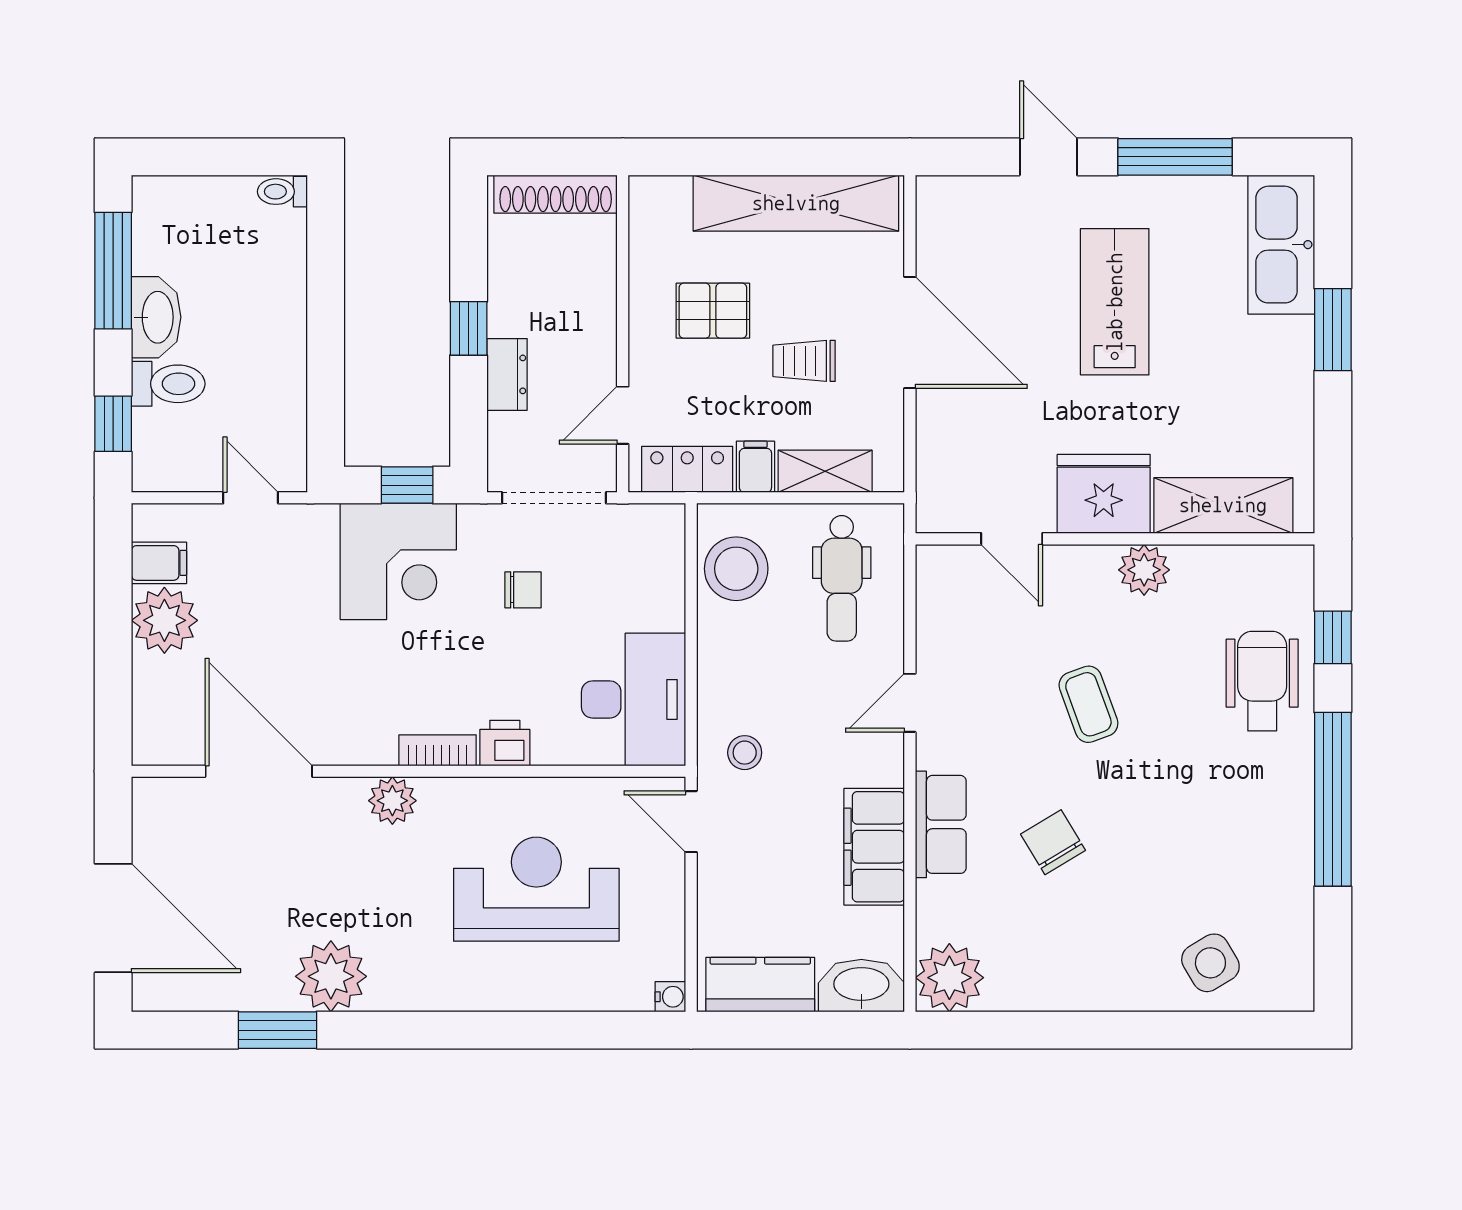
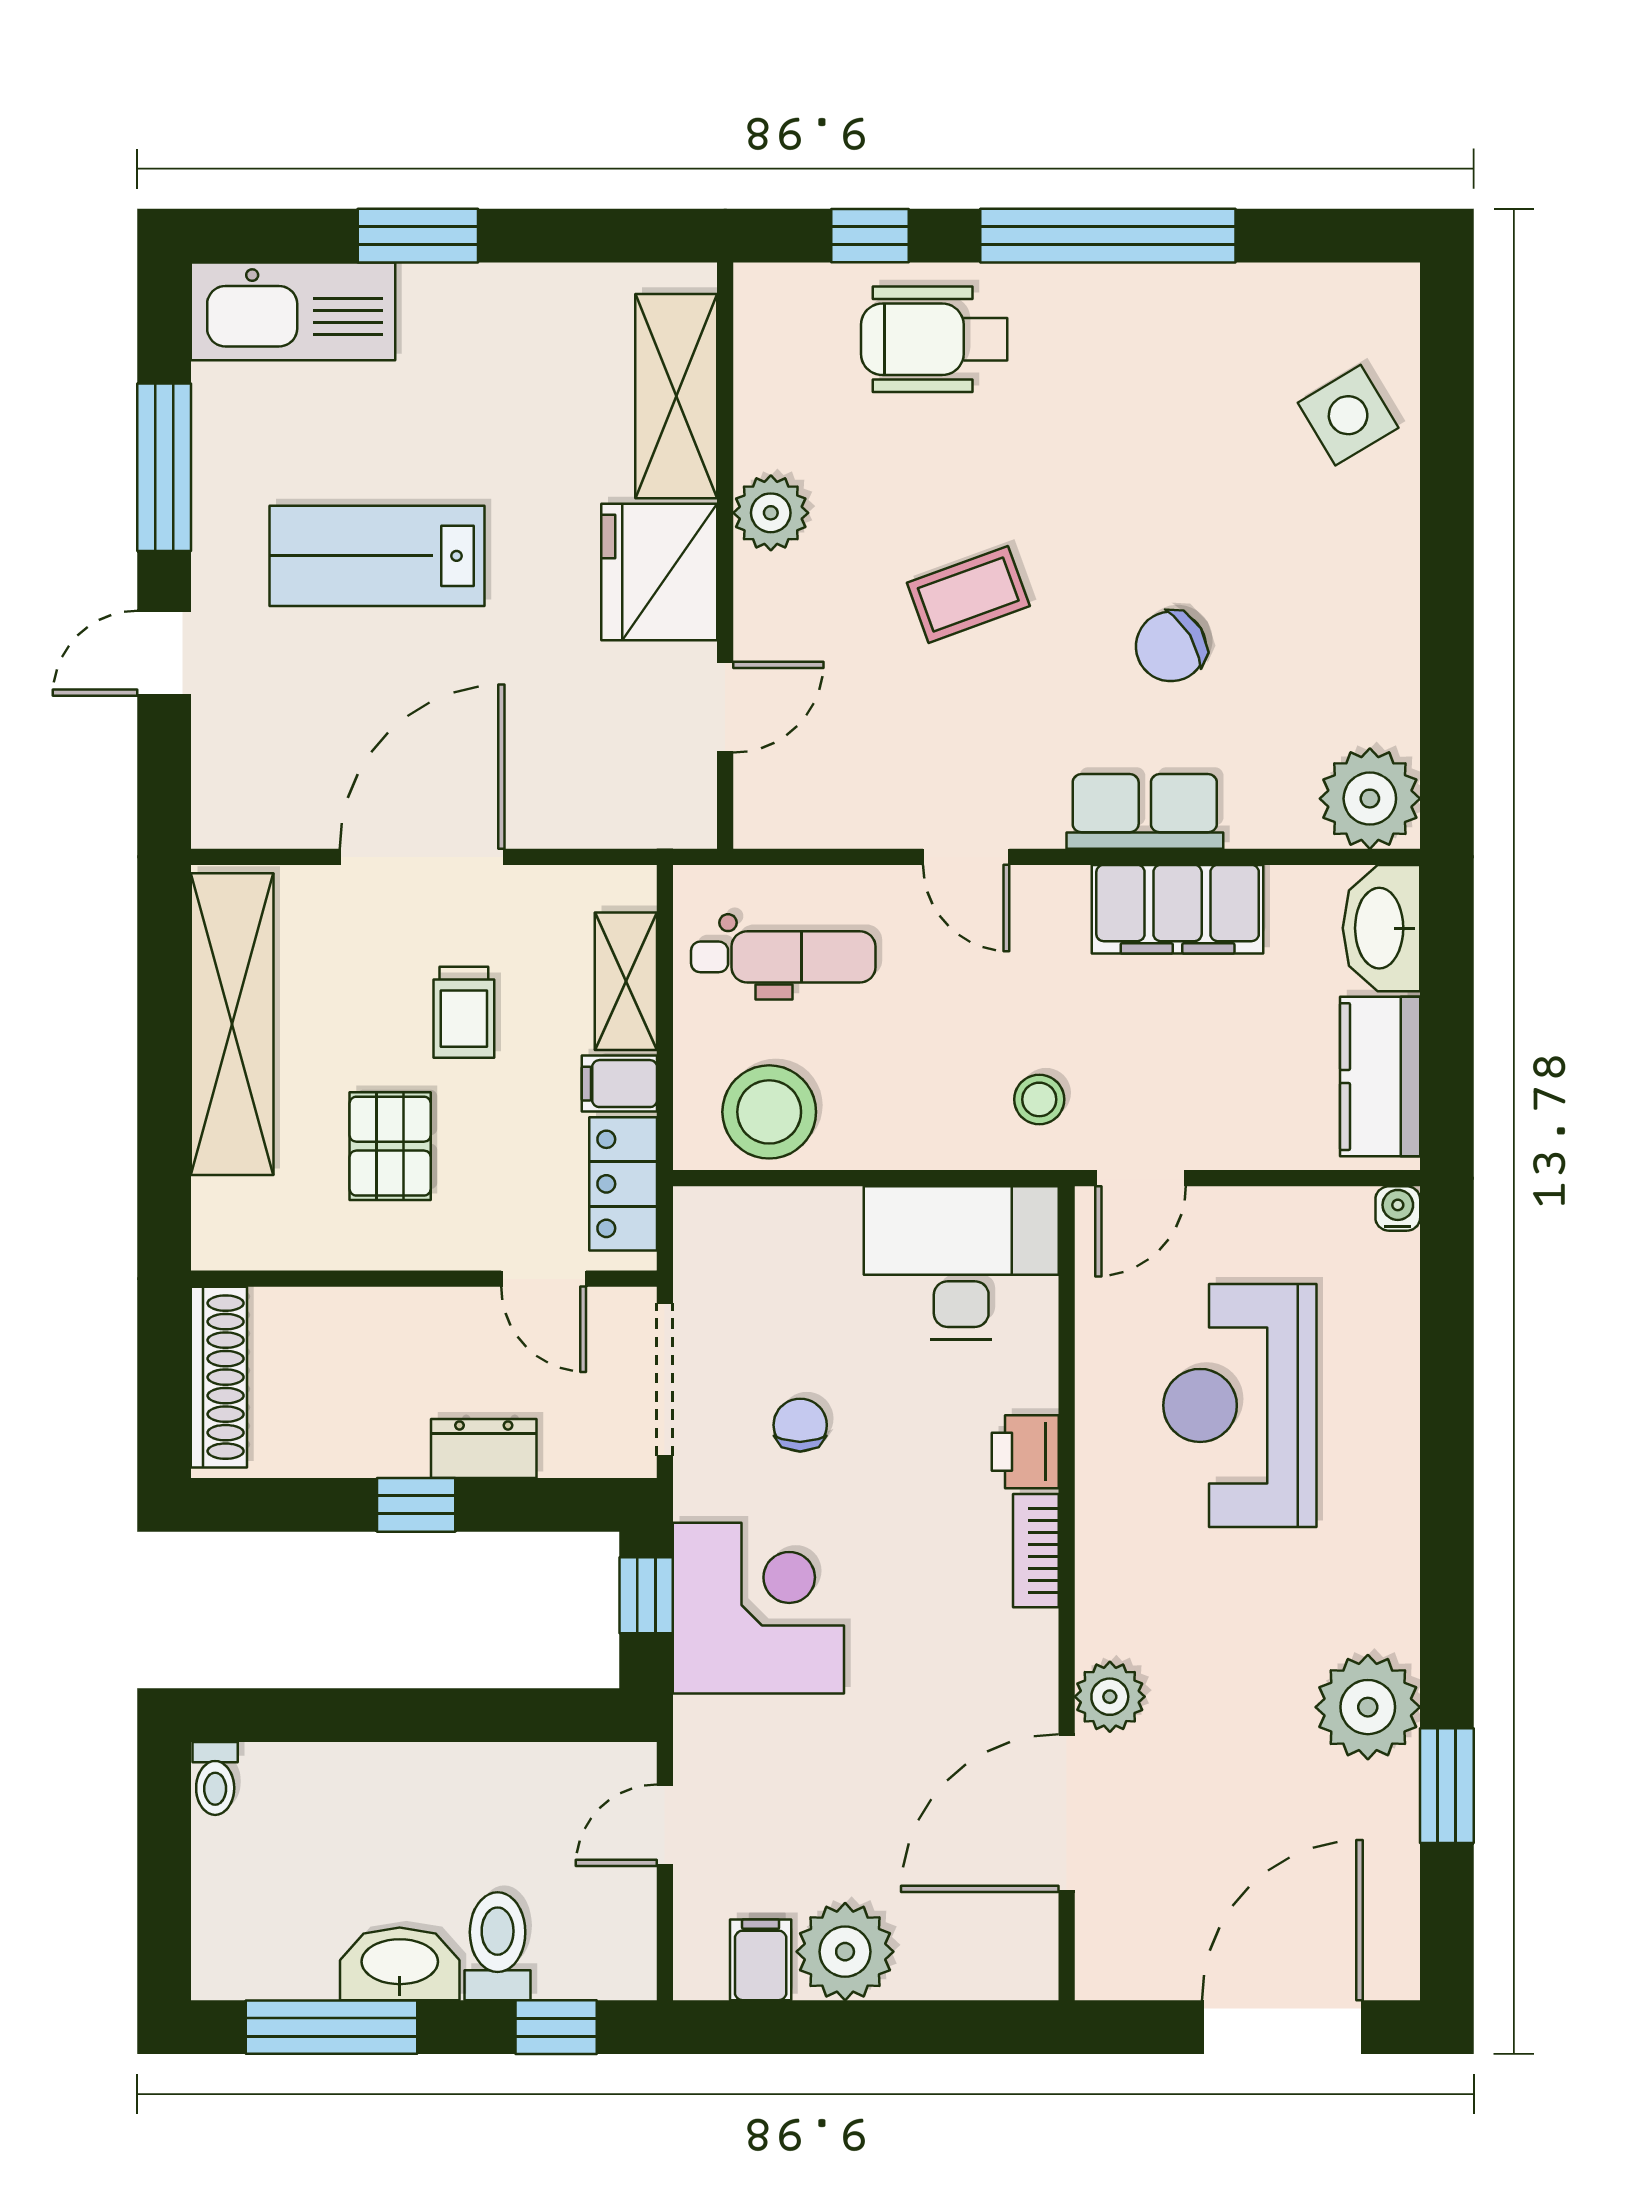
plant: (392, 801) -> (1110, 1697), moved

